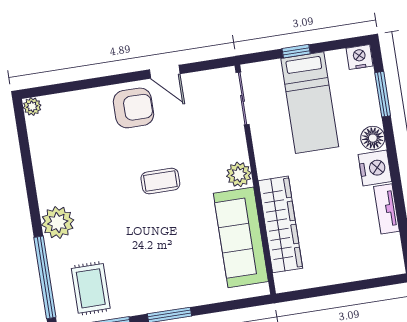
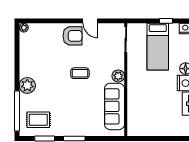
window: (296, 51) -> (166, 21), moved
wardrobe: (280, 224) -> (135, 103), removed
rug: (91, 288) -> (38, 120), turned 90

